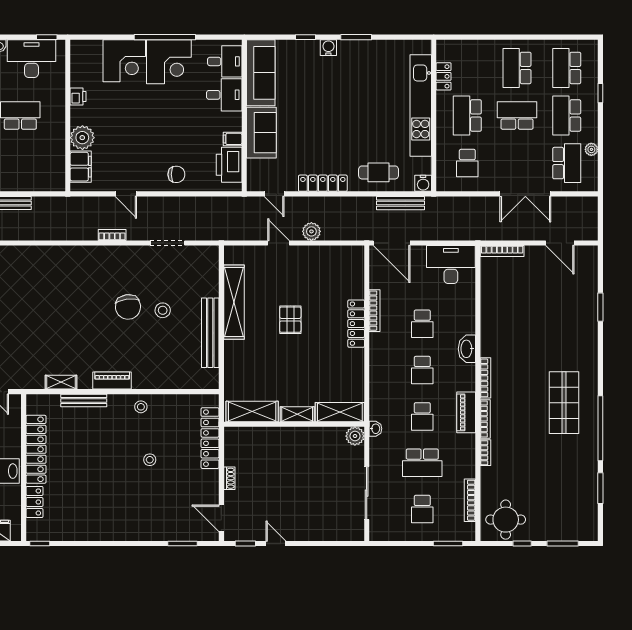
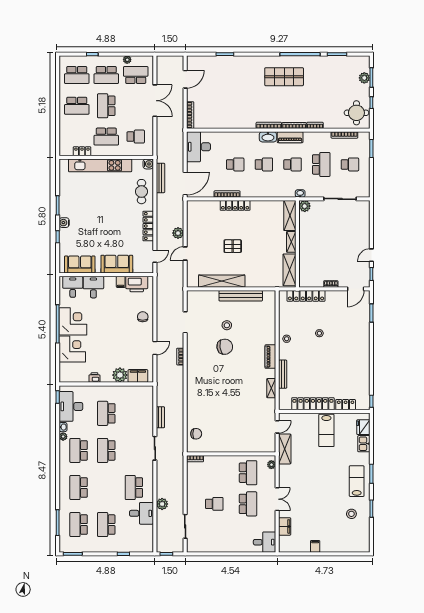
sofa: (261, 73) -> (80, 264), width x0.73
washbasin: (467, 349) -> (268, 137), moved
plant: (562, 532) -> (364, 78), added

